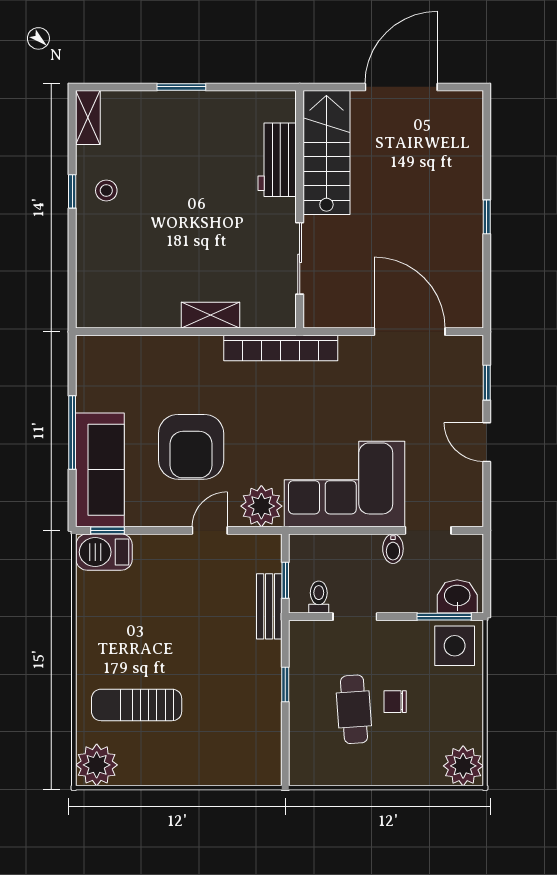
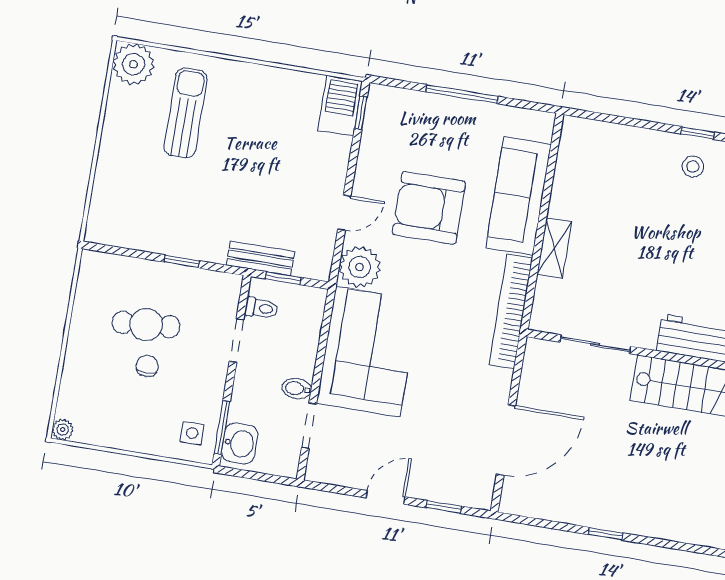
sofa: (100, 470) -> (519, 196), moved, turned 90
door: (210, 530) -> (344, 213), hinge flipped
side table: (455, 646) -> (192, 433), width x0.54, depth x0.54
plant: (463, 766) -> (63, 430), width x0.53, depth x0.53

